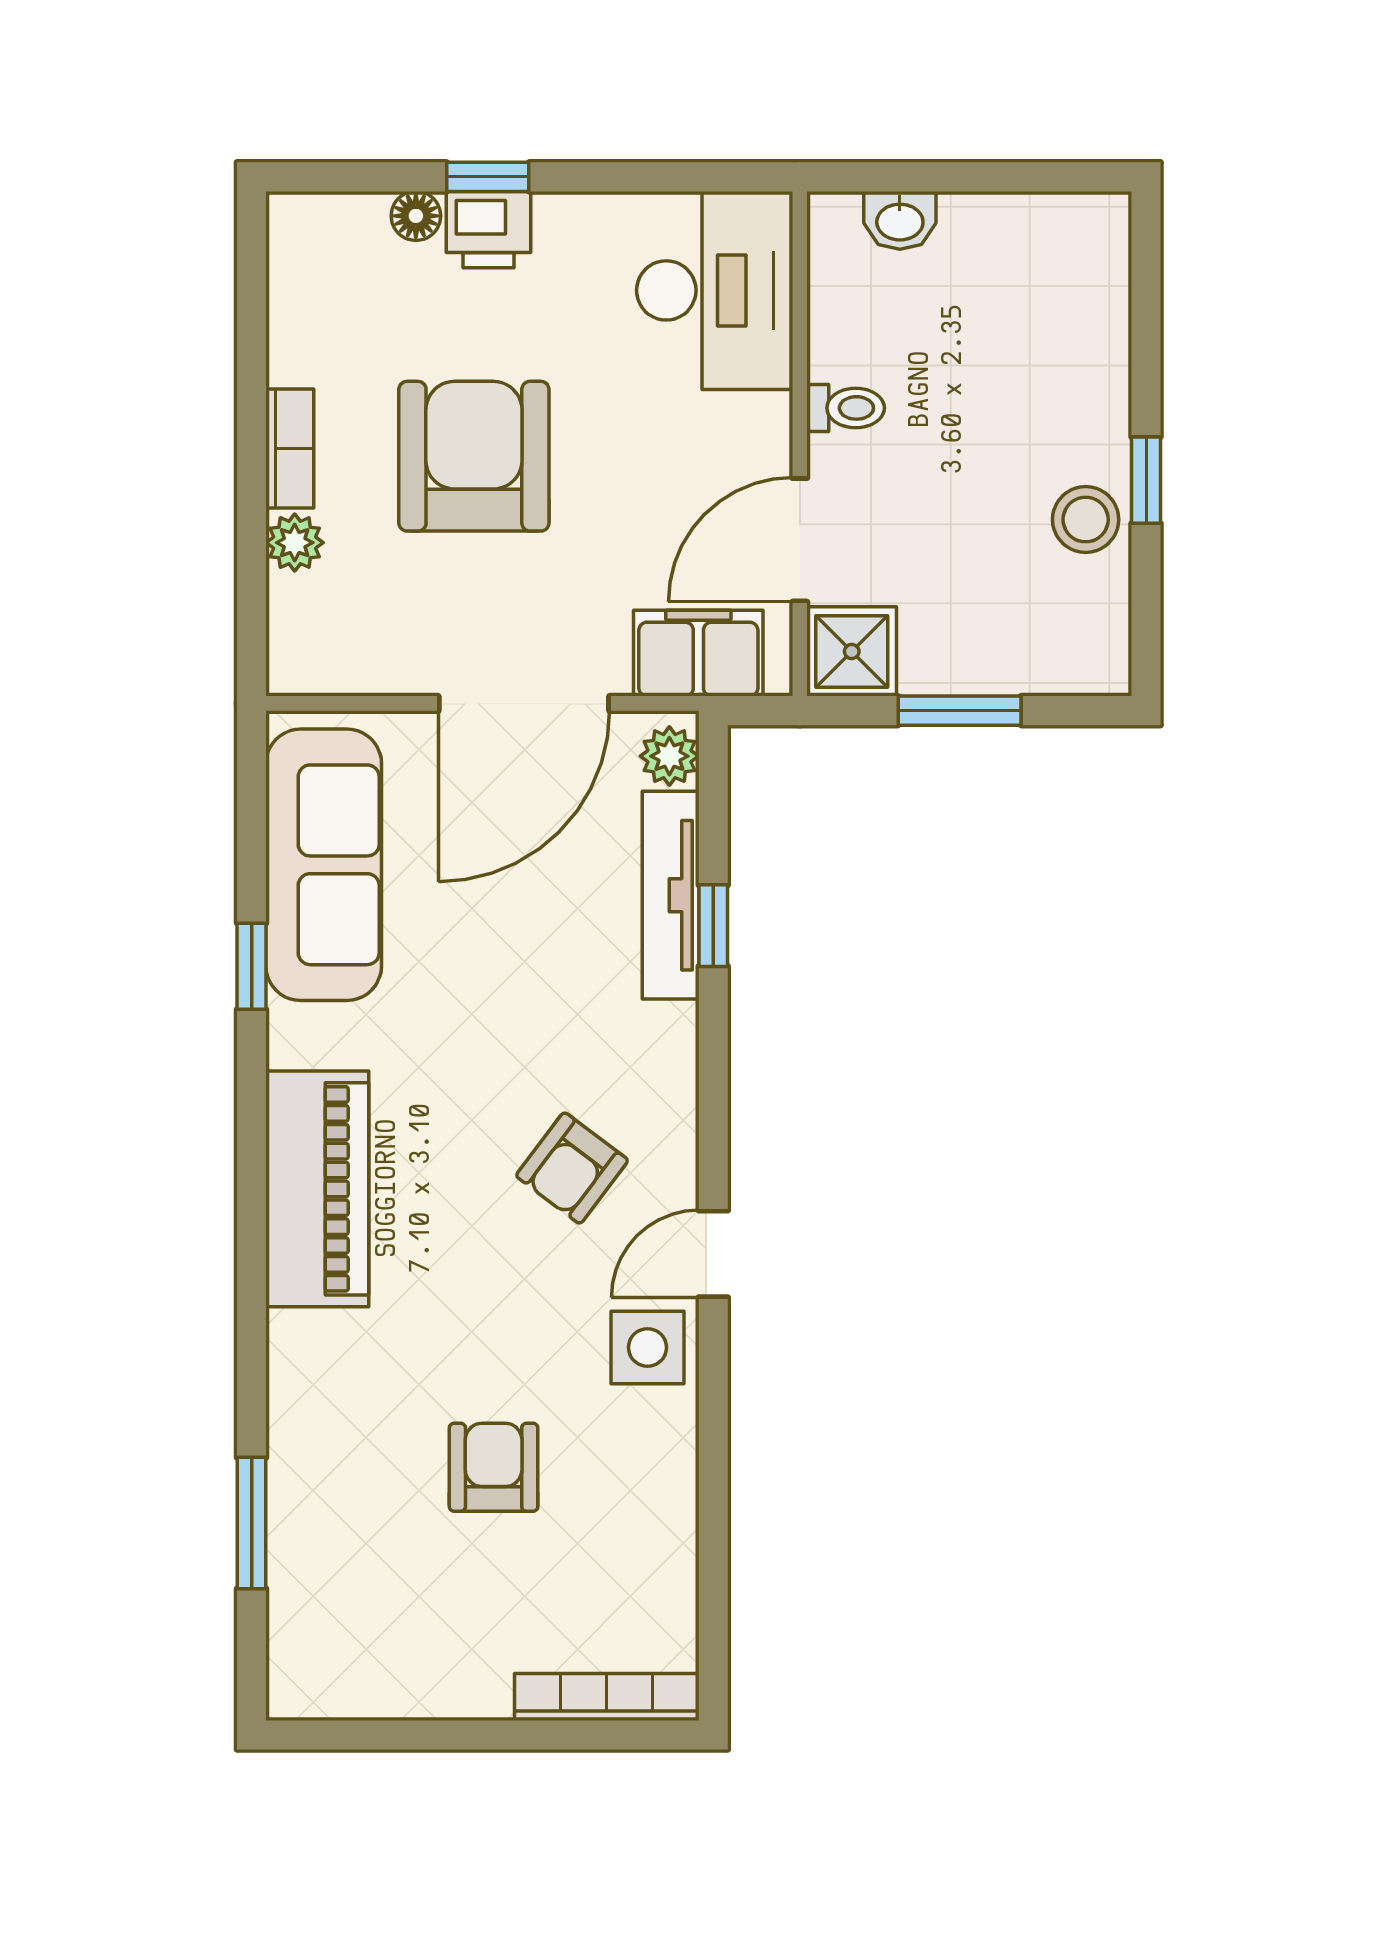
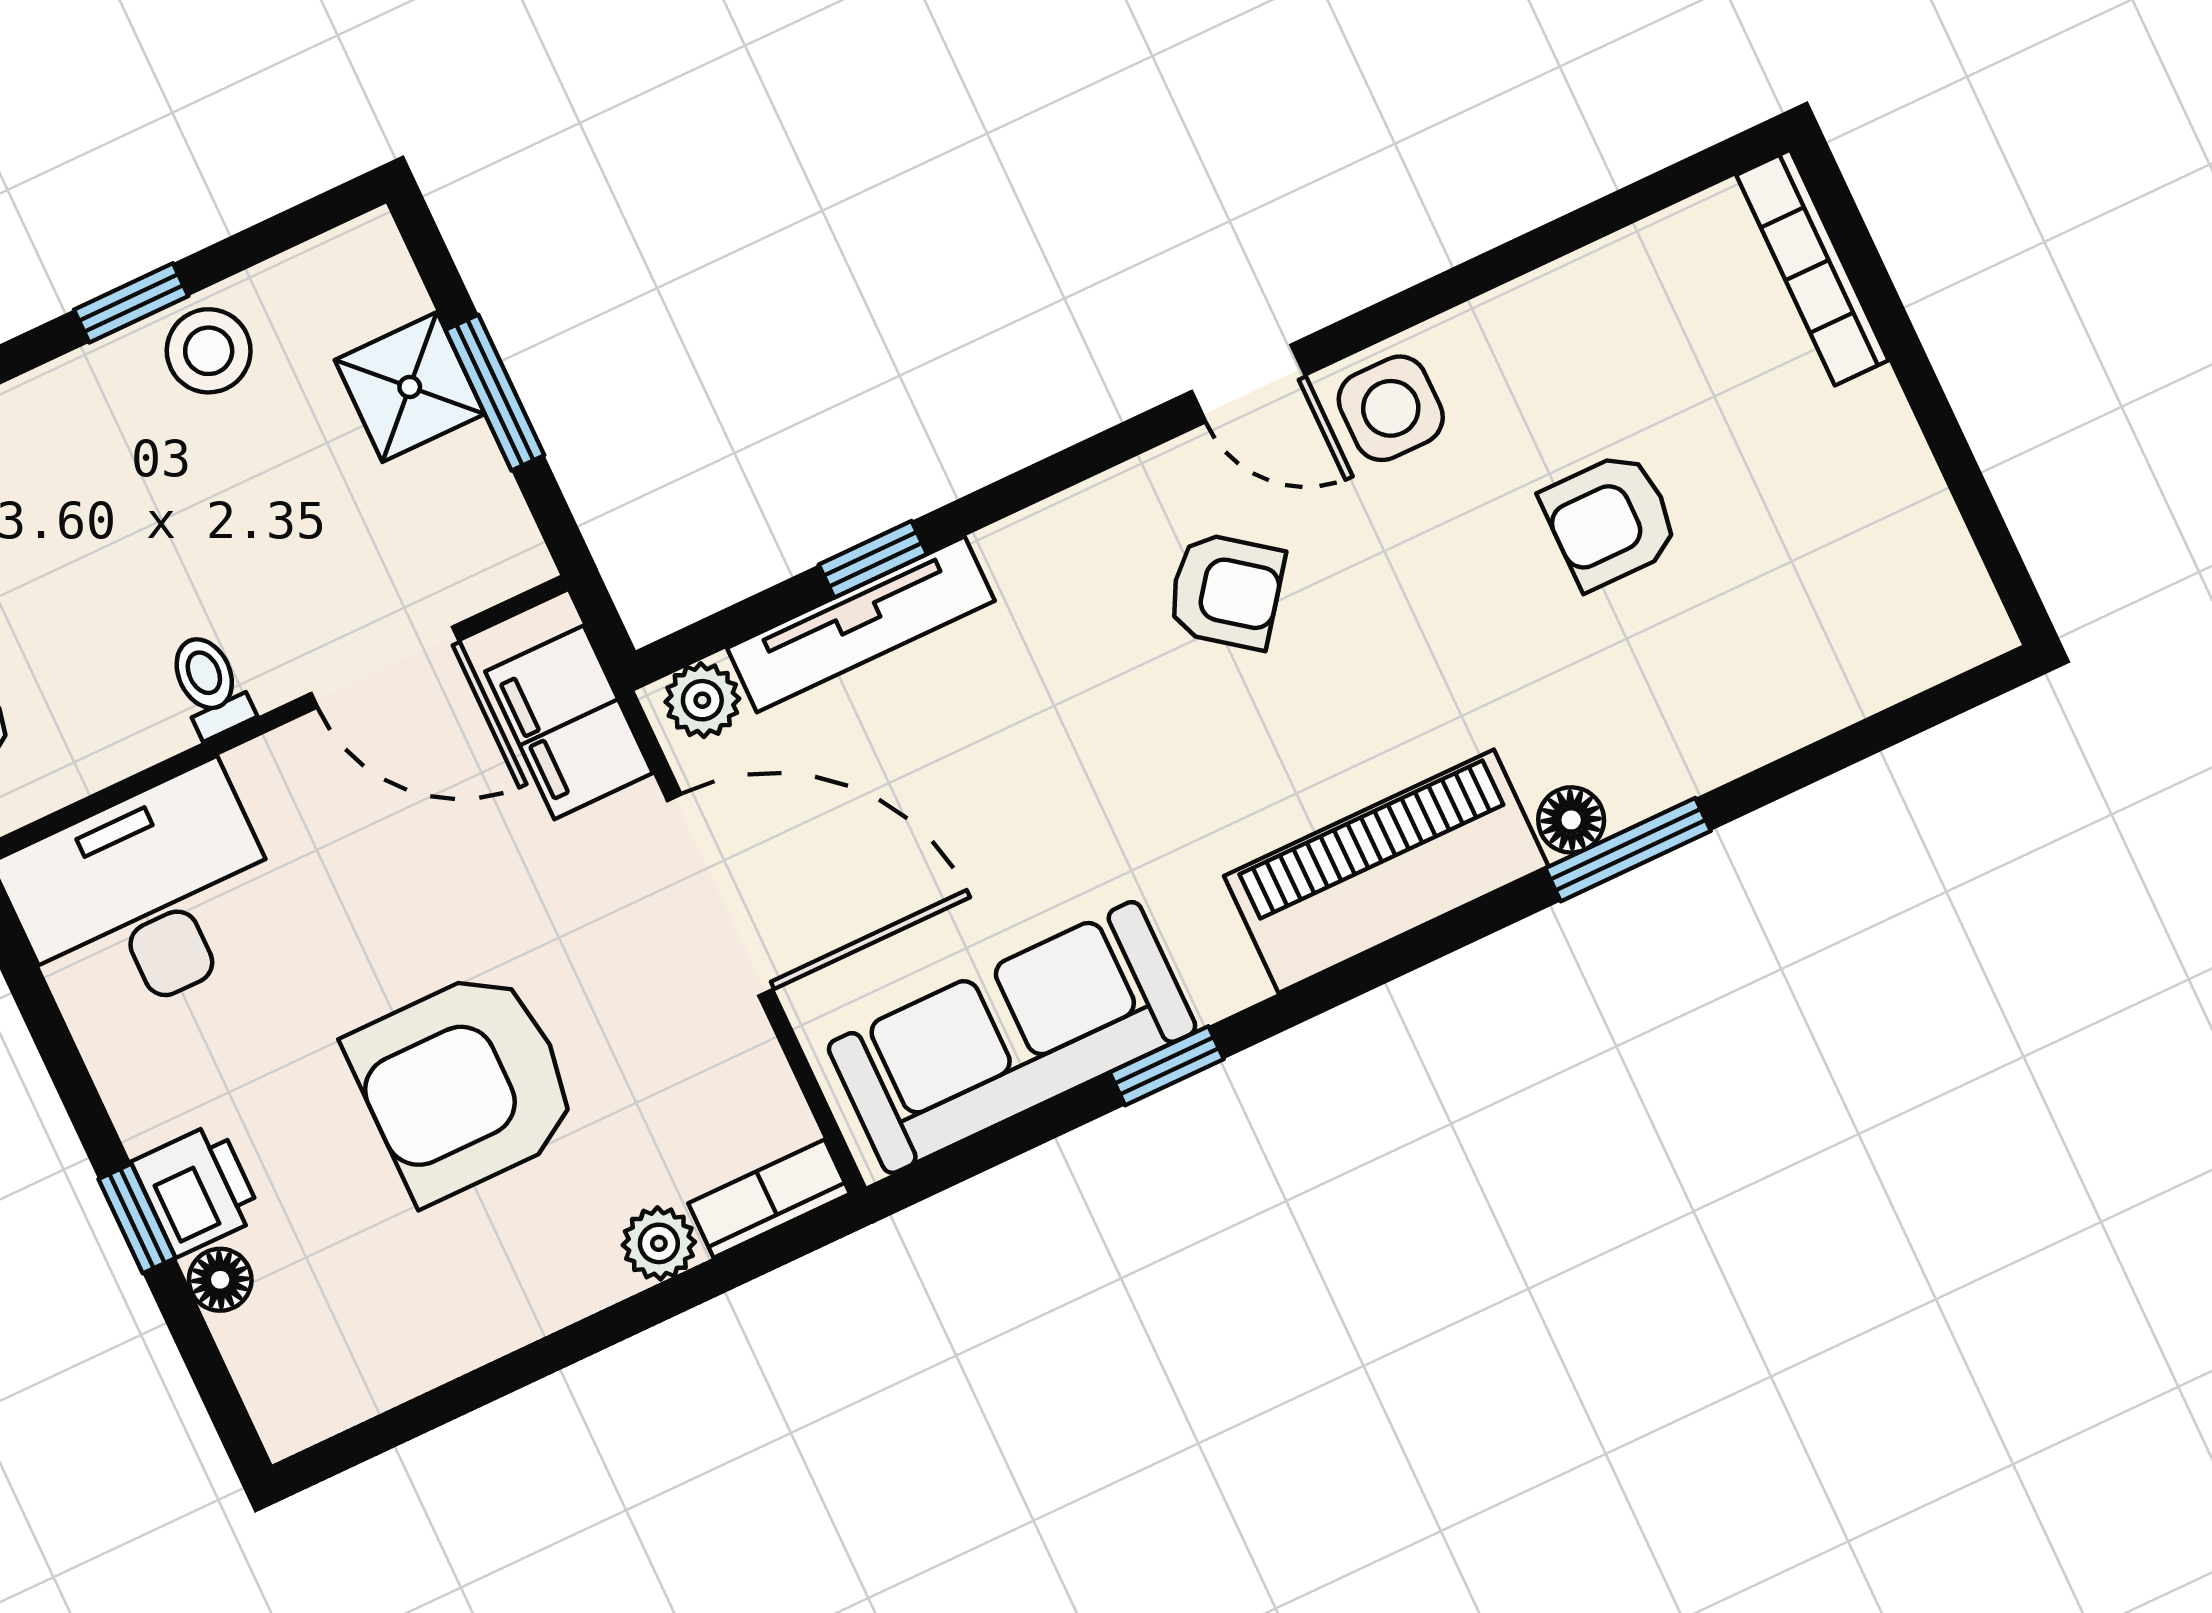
bookcase: (290, 448) -> (769, 1199), moved
shower: (852, 651) -> (410, 387), moved
floor lamp: (292, 1339) -> (1571, 820), added
window: (252, 1523) -> (1628, 850), moved

